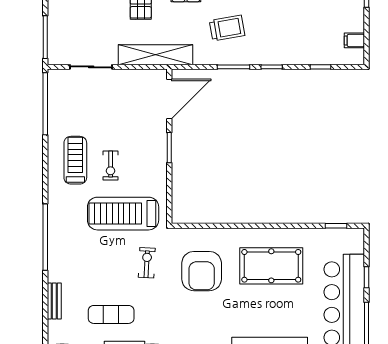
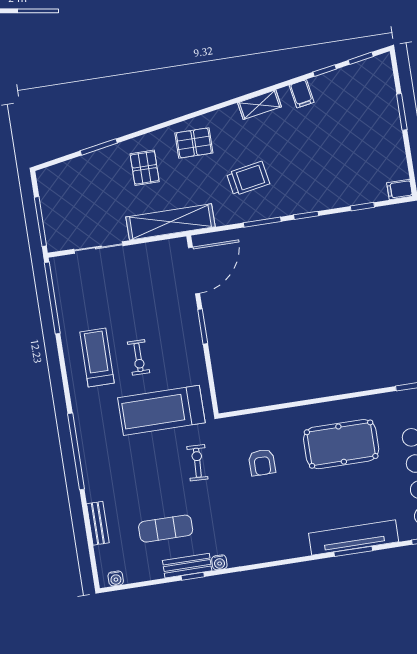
filing cabinet: (354, 40) -> (400, 190), moved
armchair: (202, 271) -> (262, 463), width x0.53, depth x0.53

